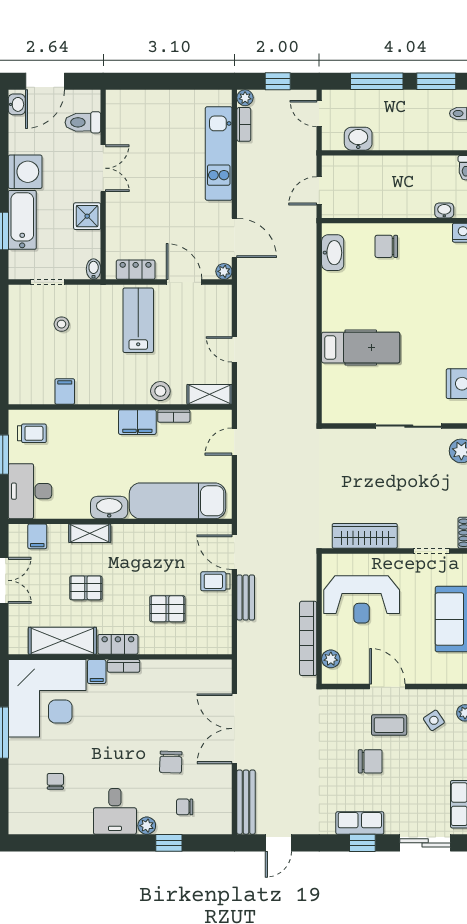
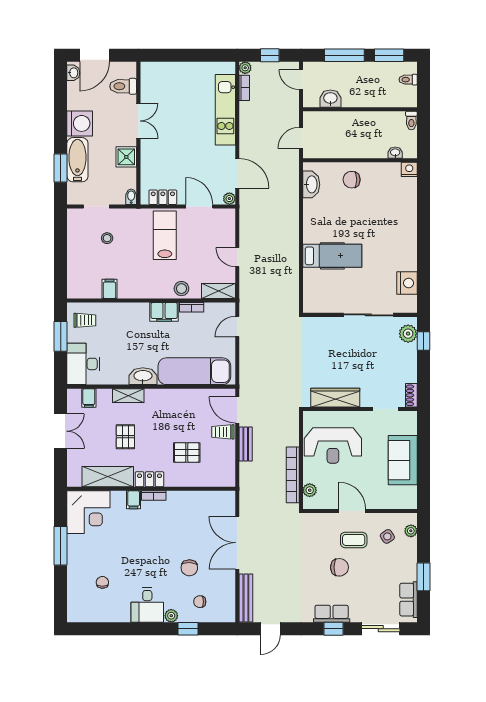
pallet: (86, 588) -> (125, 437), turned 90
corner desk: (47, 698) -> (88, 512), width x0.74, depth x0.74

